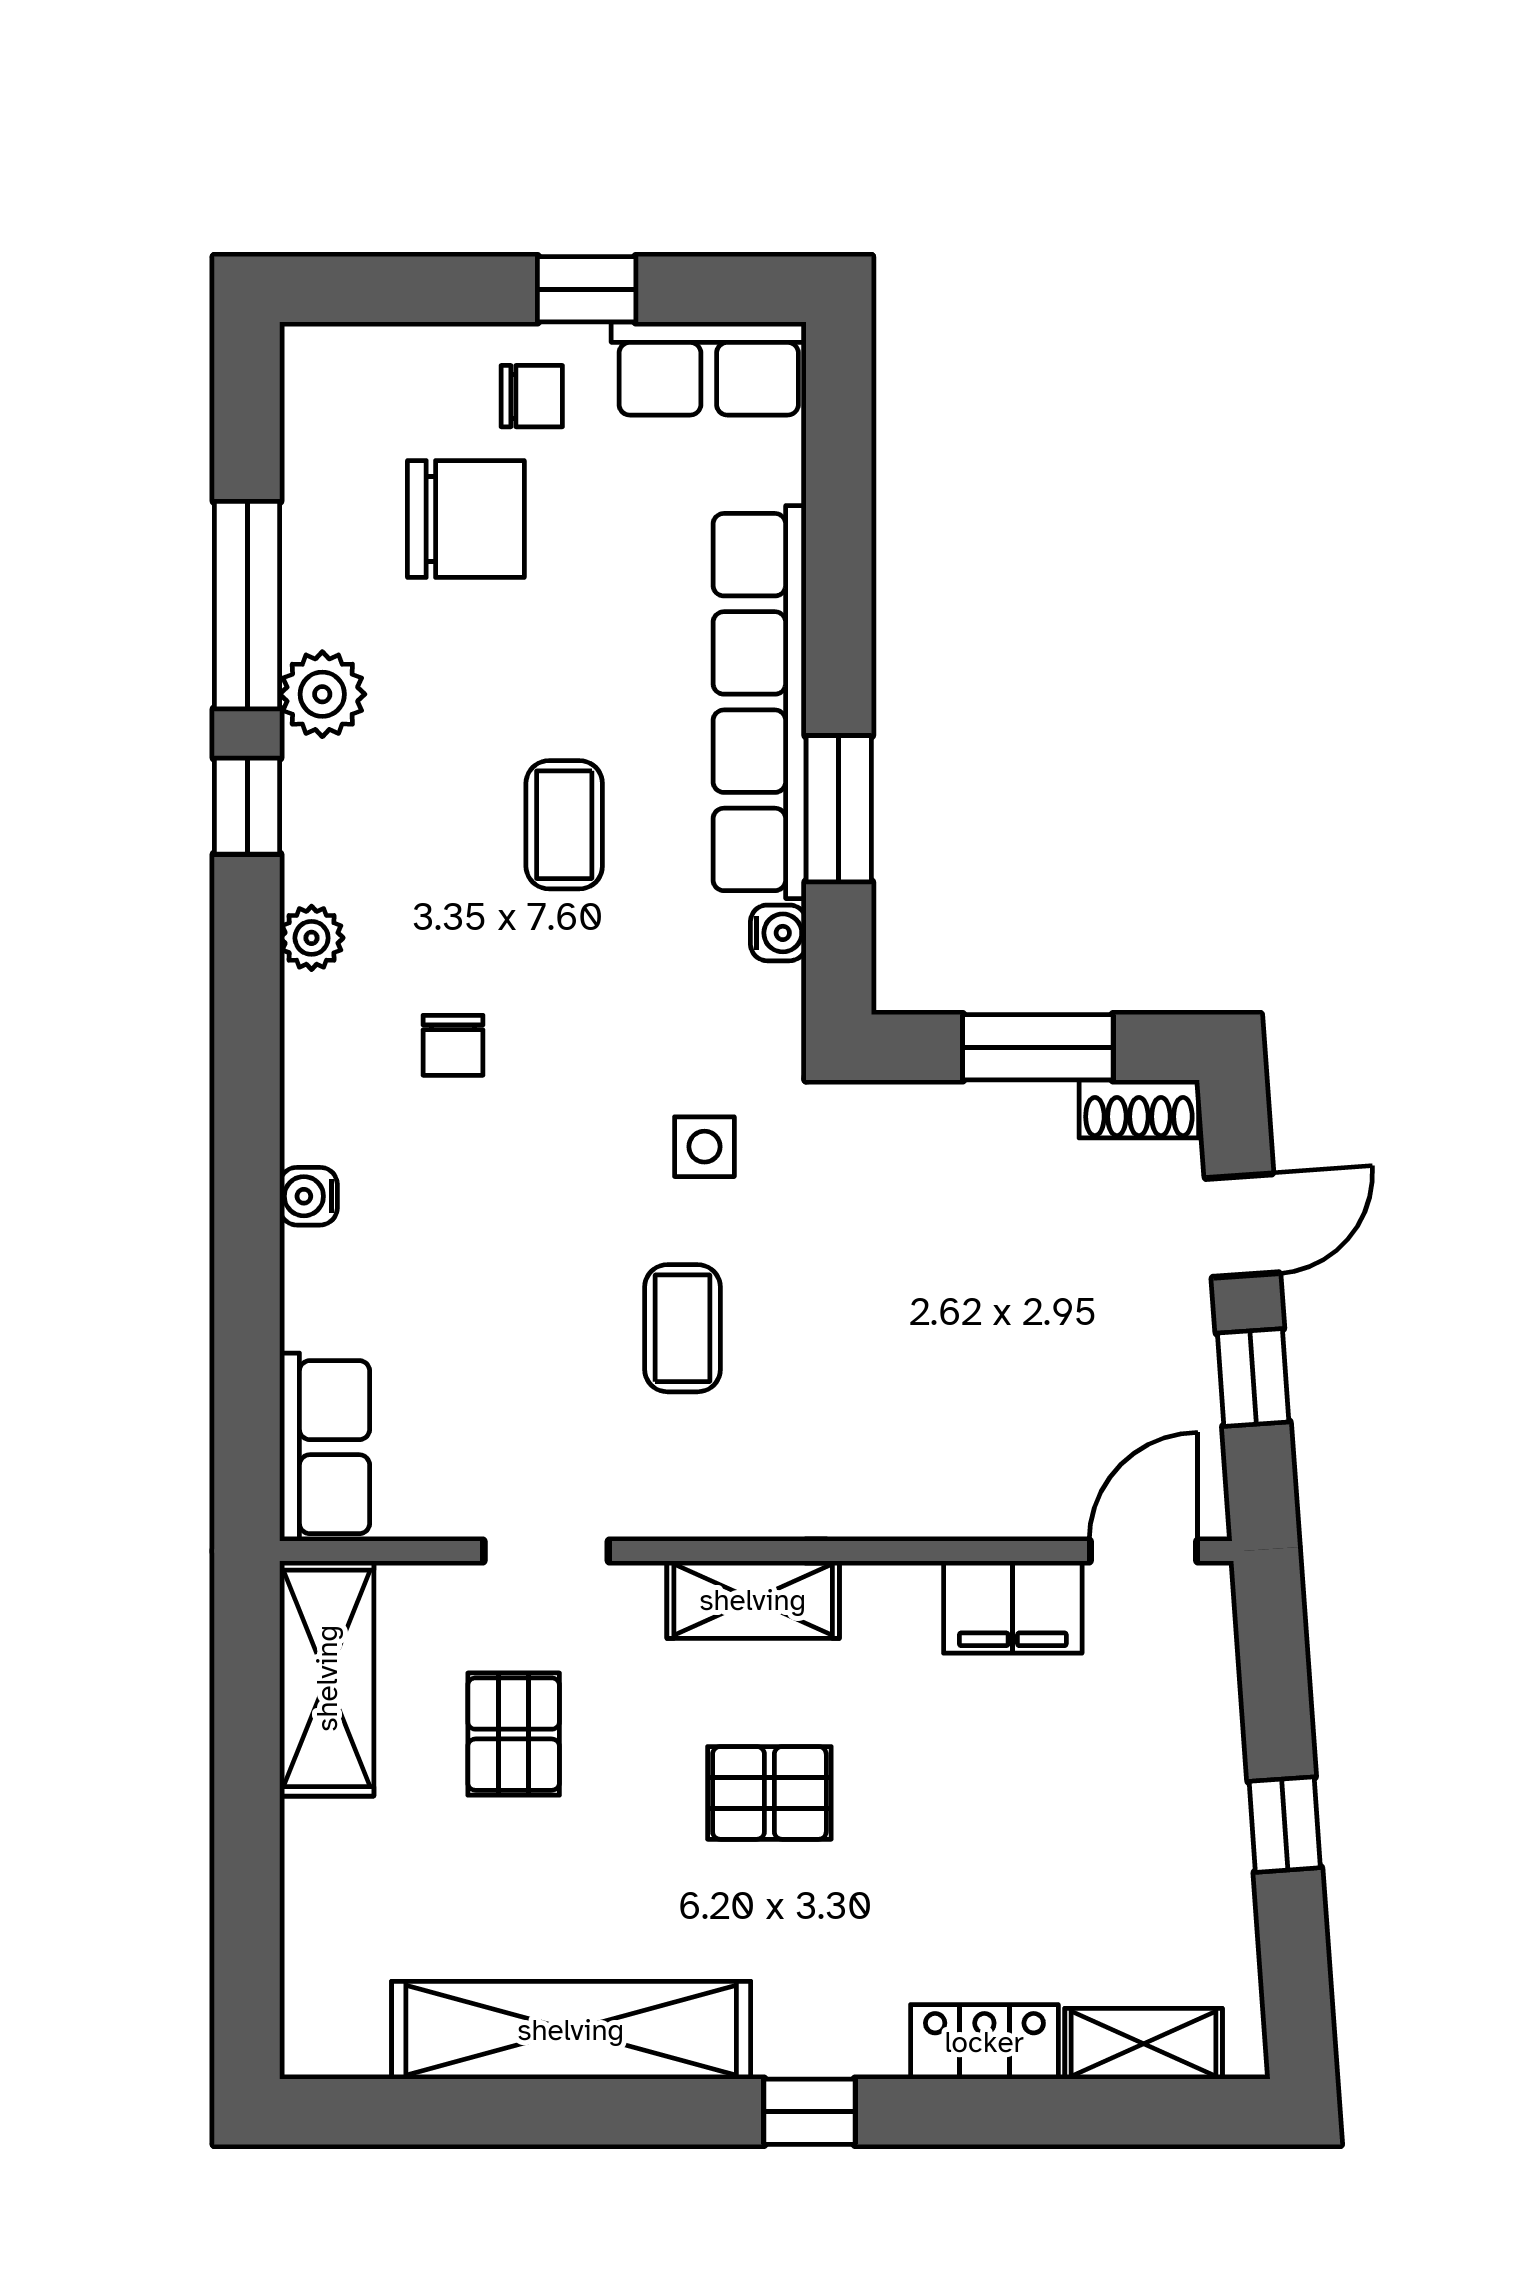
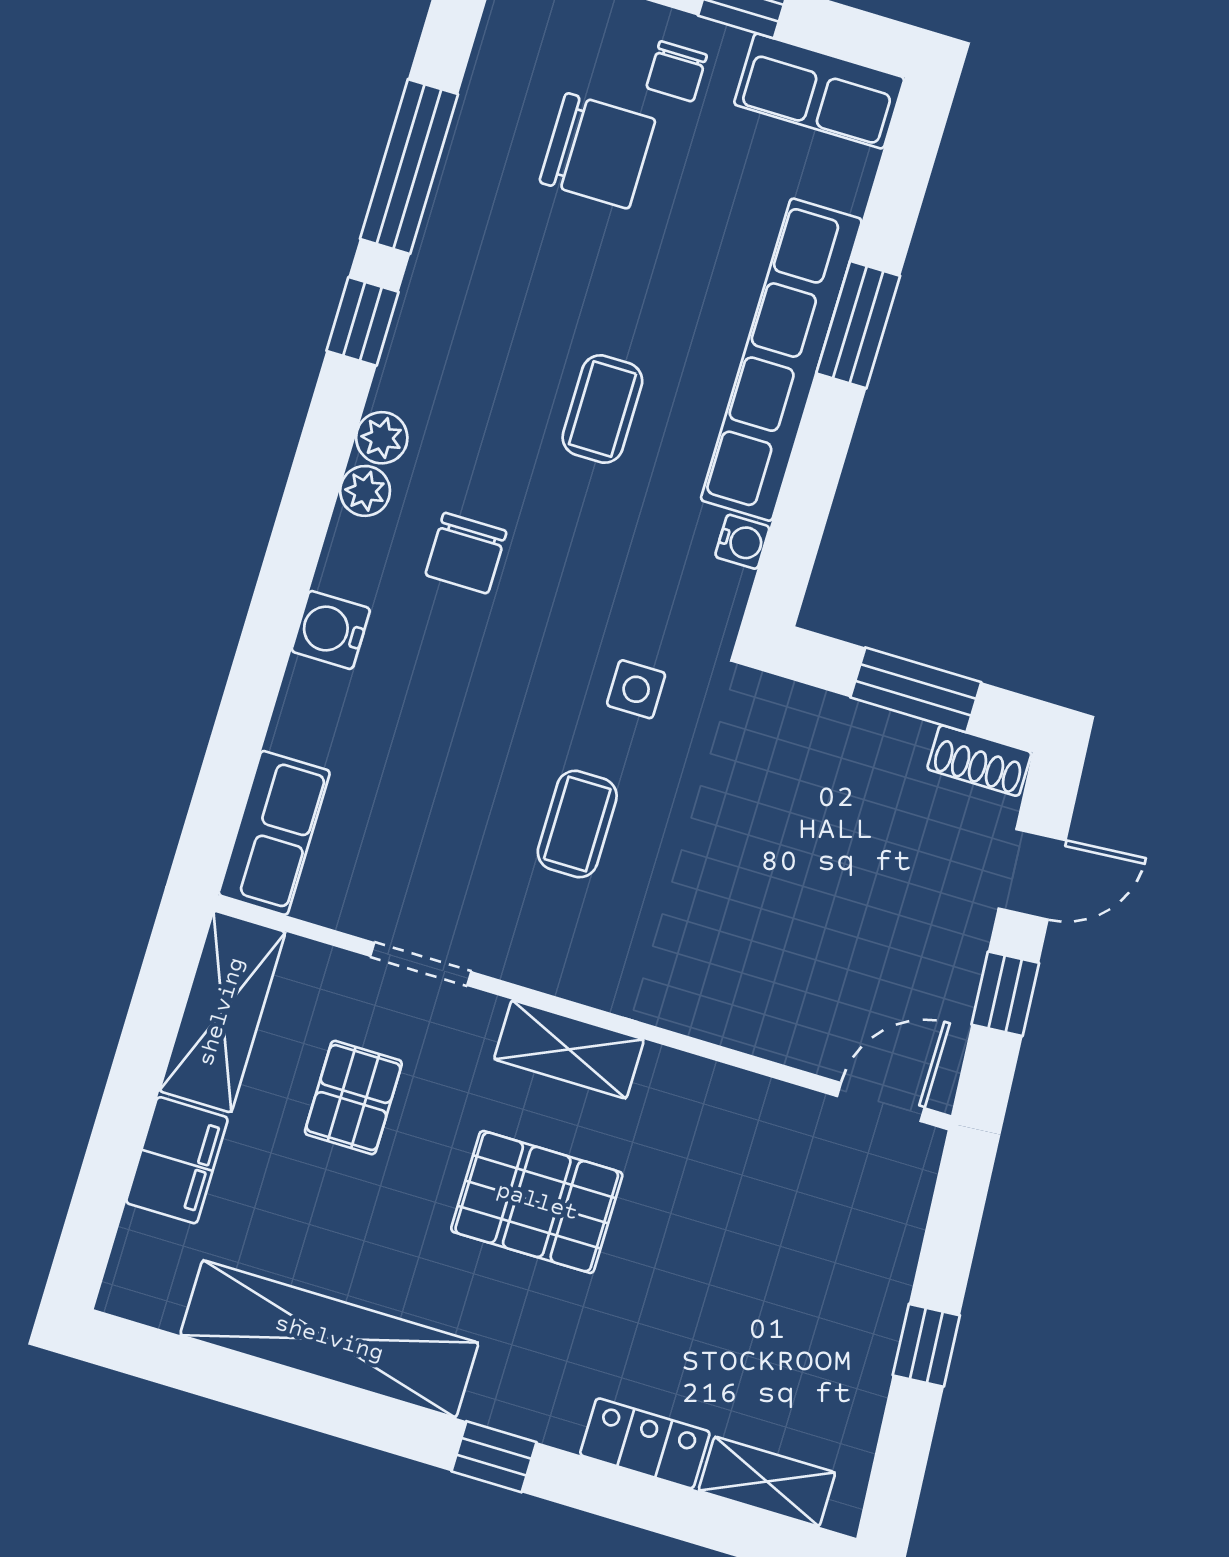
chair: (532, 396) -> (676, 71), turned 90
plant: (322, 694) -> (365, 491), moved, width x0.73, depth x0.73
window: (839, 809) -> (858, 325), moved
chair: (453, 1045) -> (466, 553), width x1.37, depth x1.37
water cooler: (308, 1196) -> (331, 630), width x1.38, depth x1.38
filing cabinet: (1013, 1607) -> (177, 1160), moved, turned -90
pallet: (769, 1793) -> (537, 1202), width x1.50, depth x1.42

